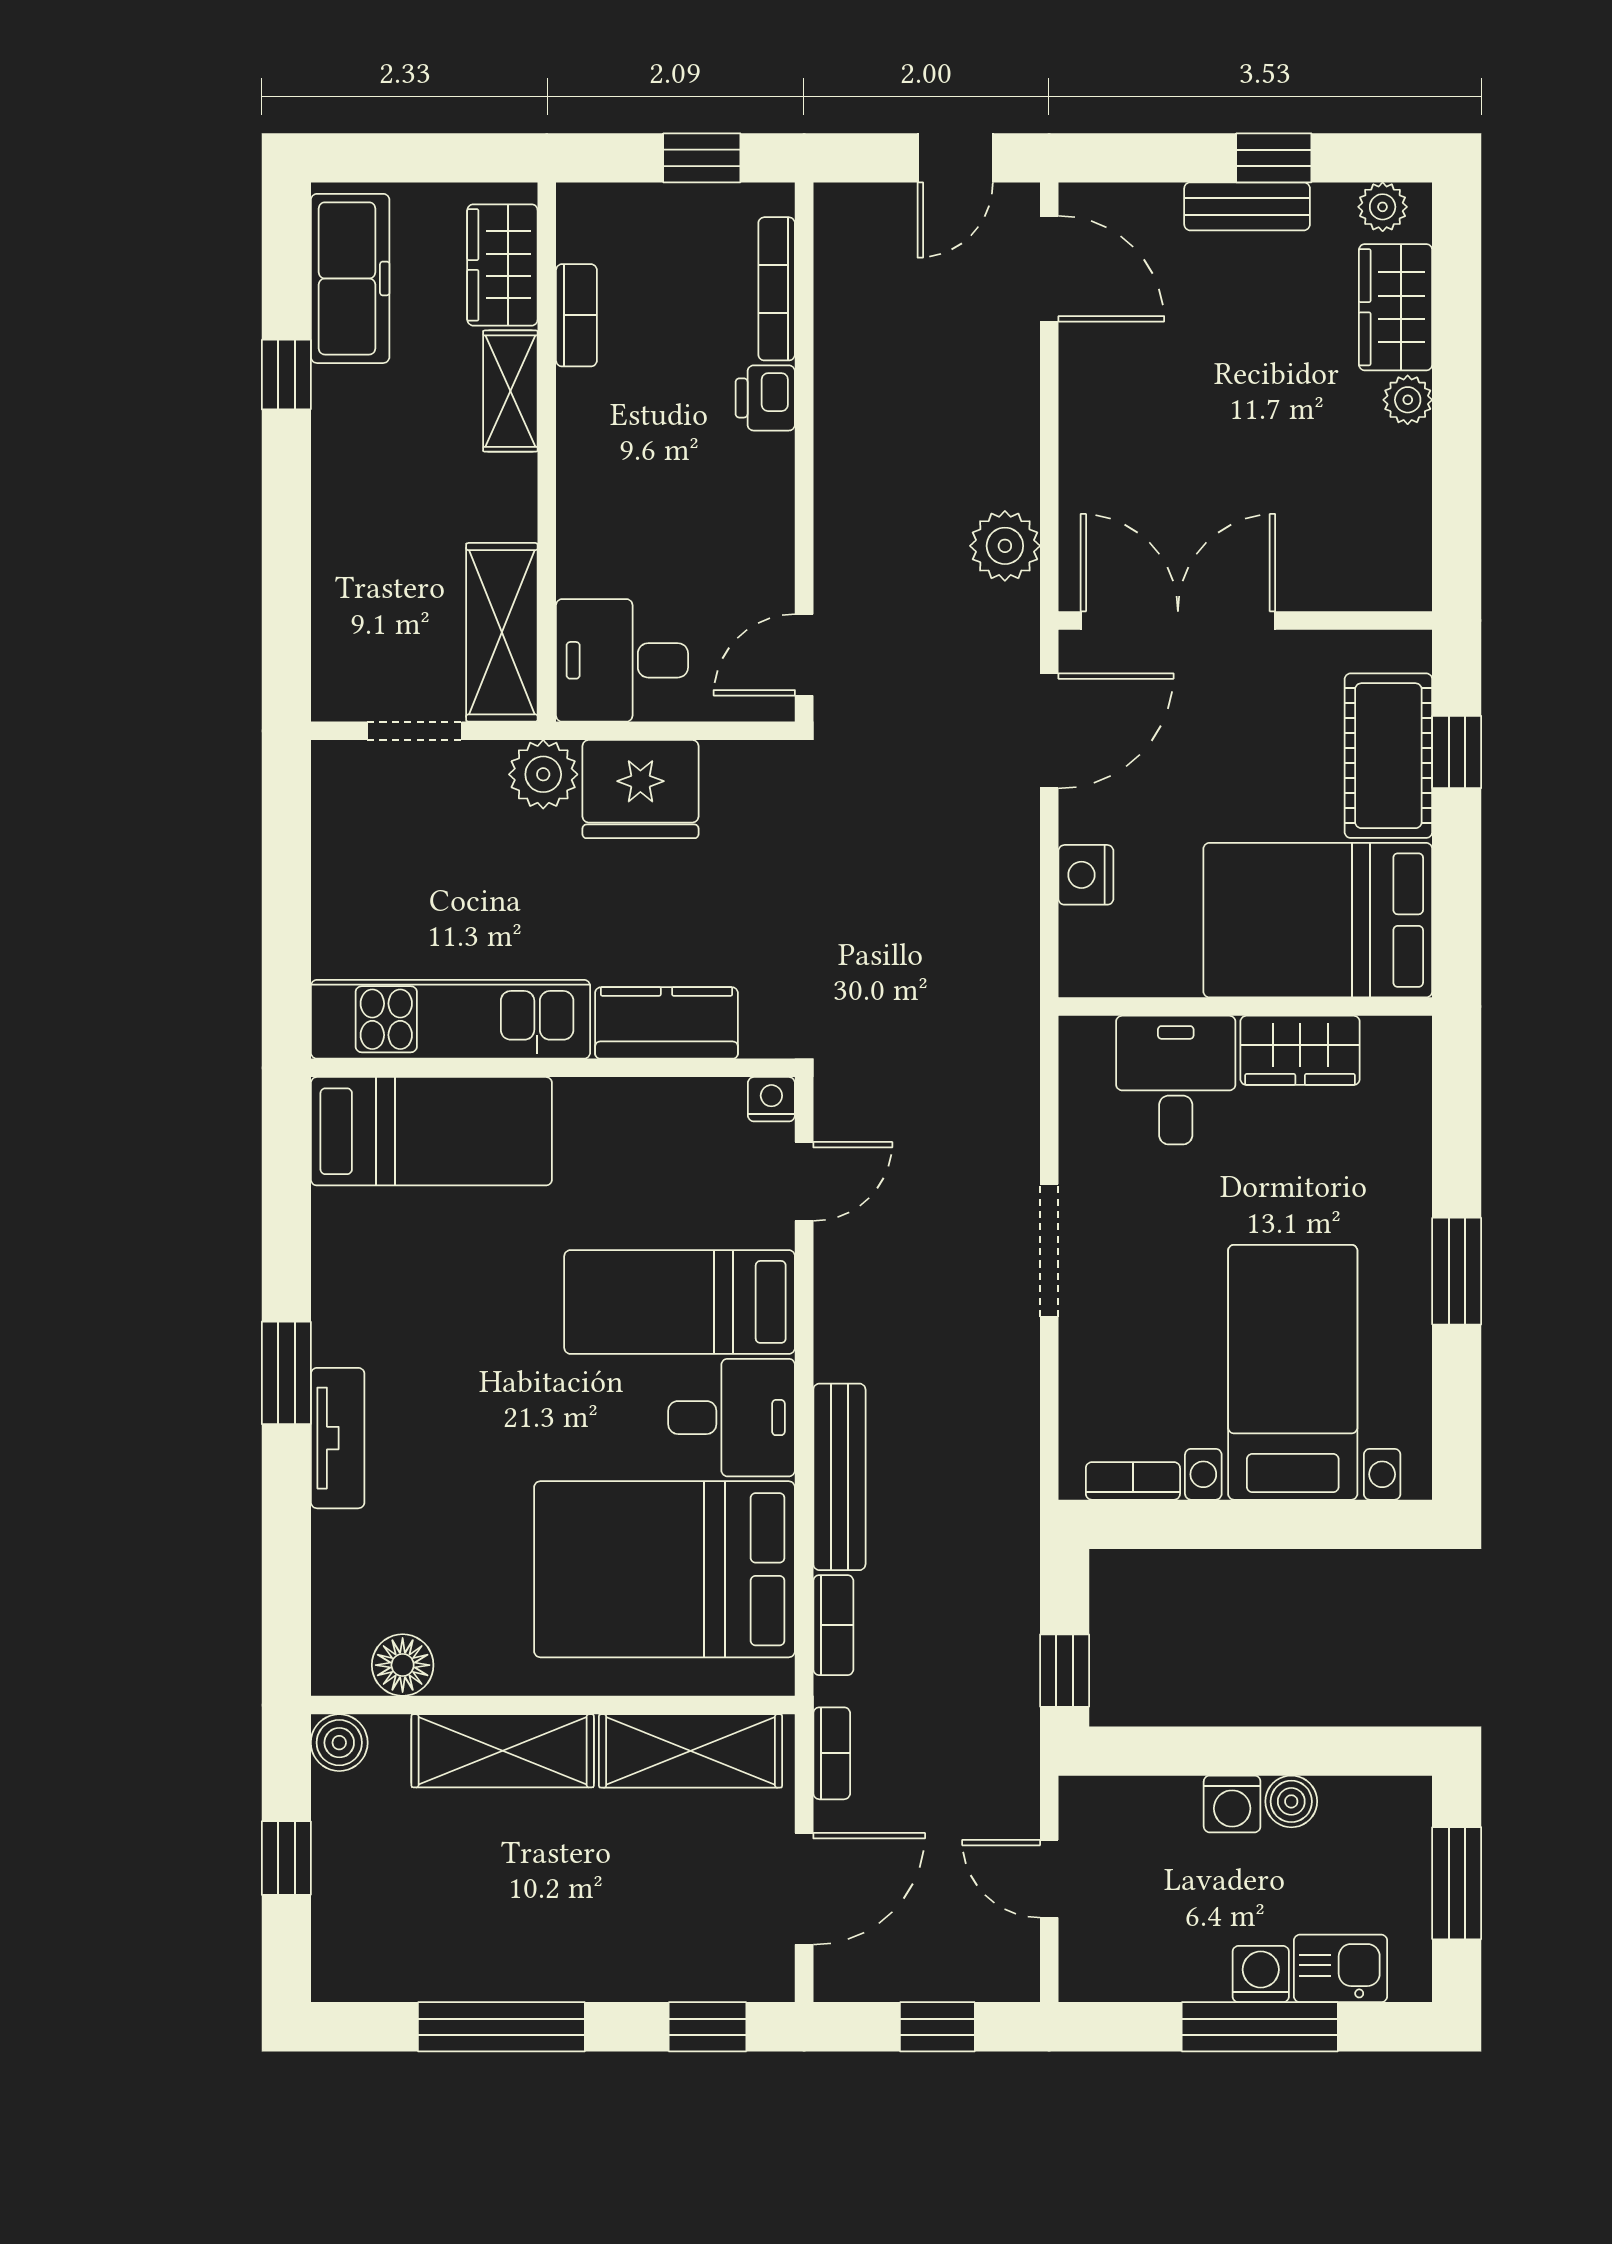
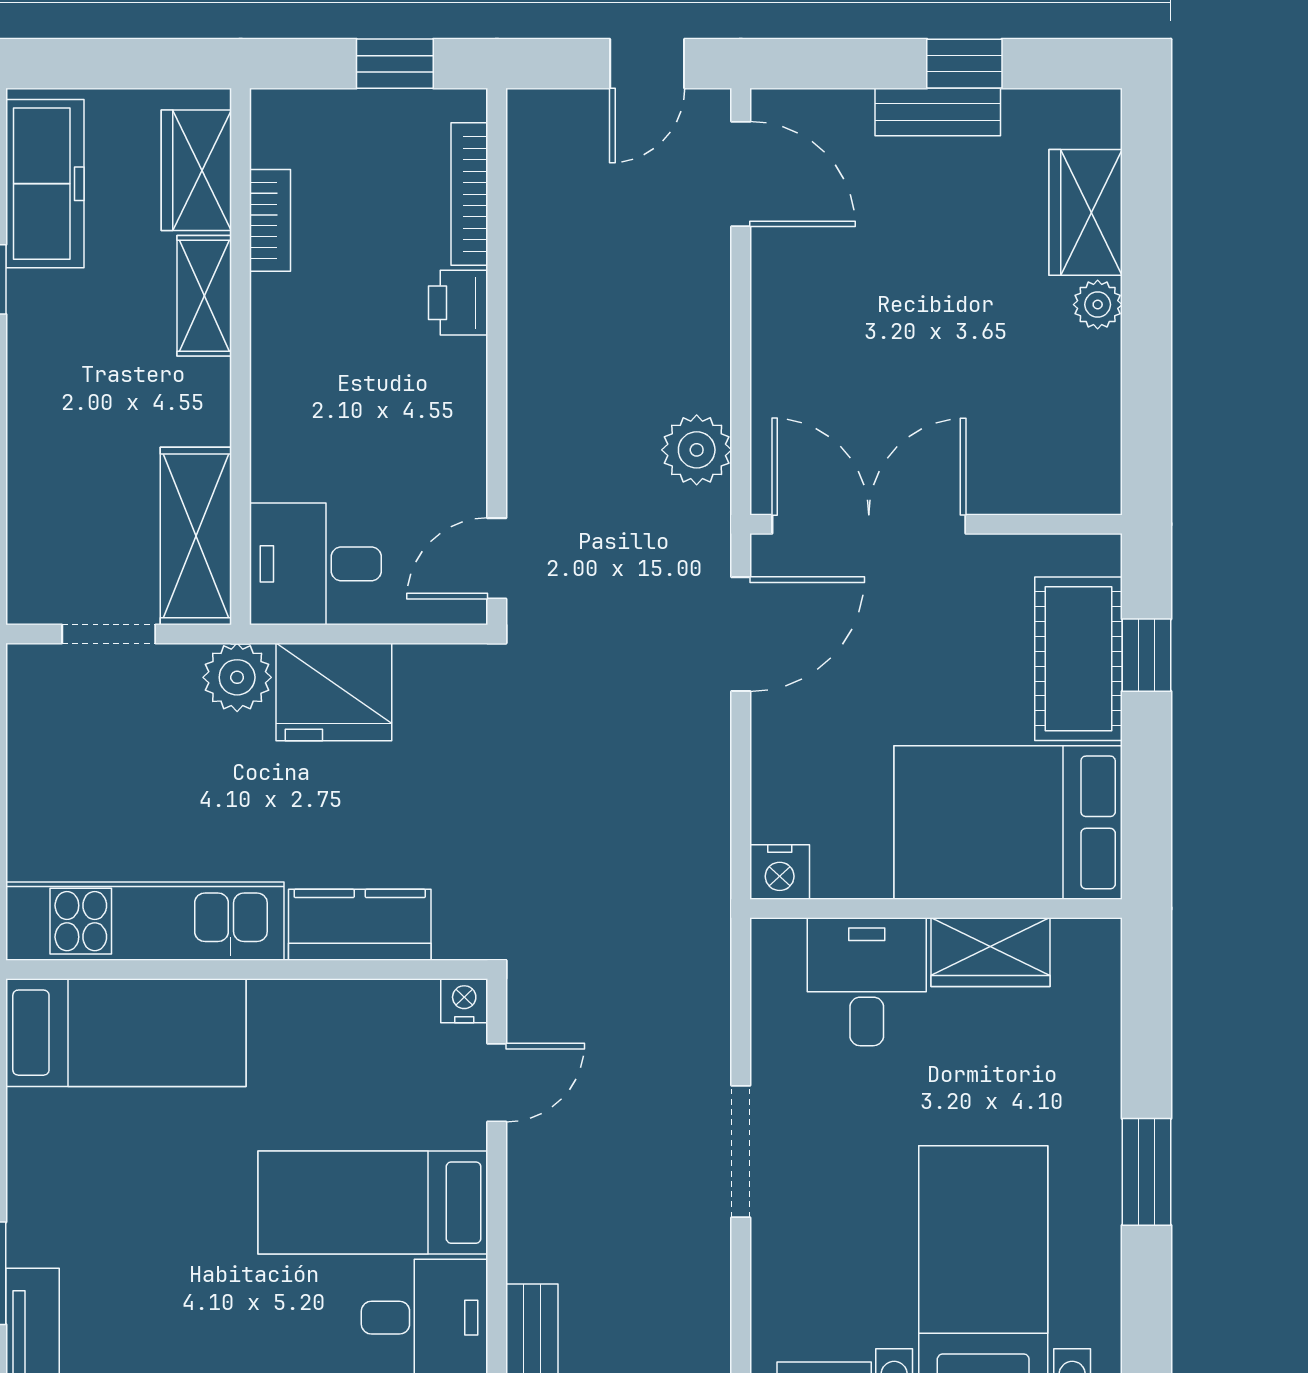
plant: (1383, 207) -> (1073, 112), removed
nightstand: (1086, 875) -> (780, 872), moved, turned -90

